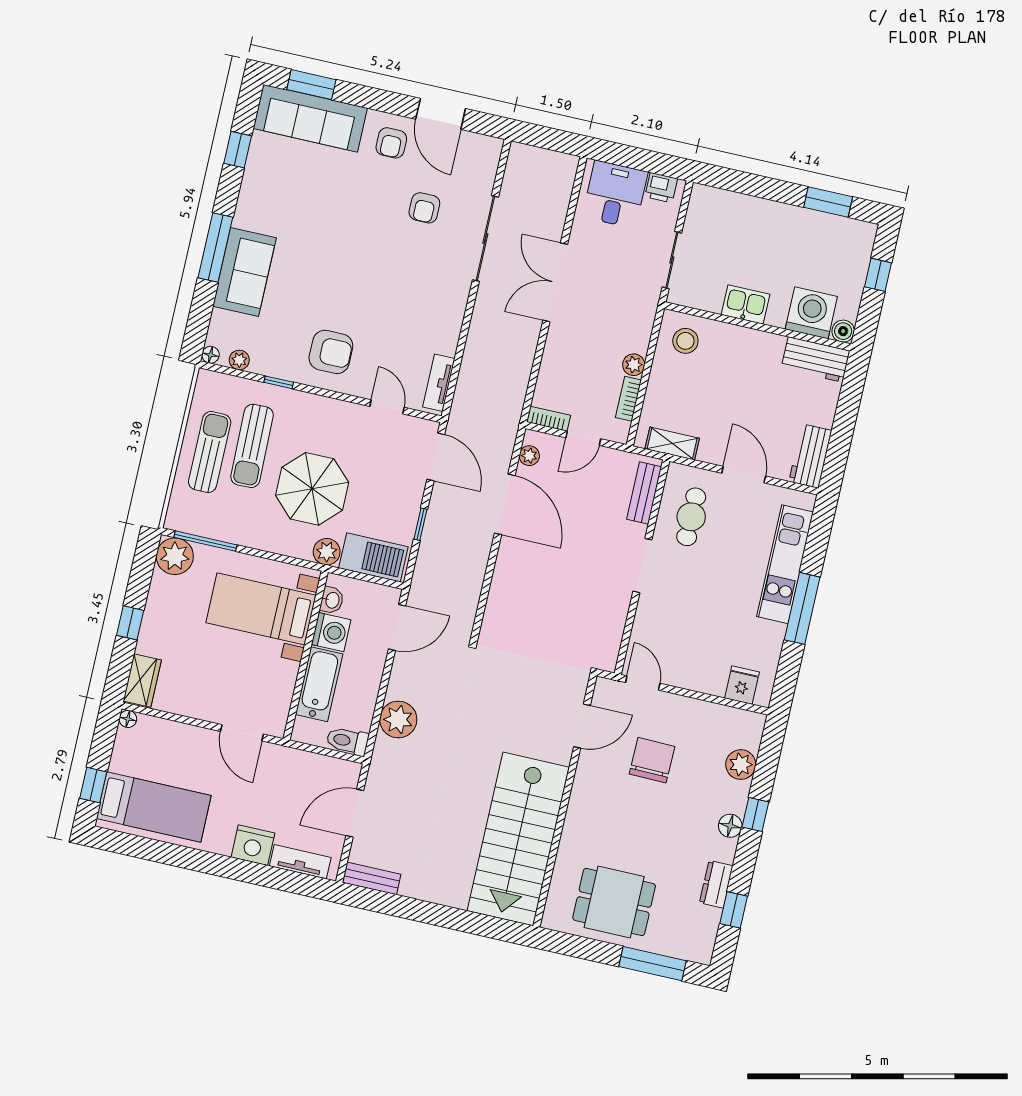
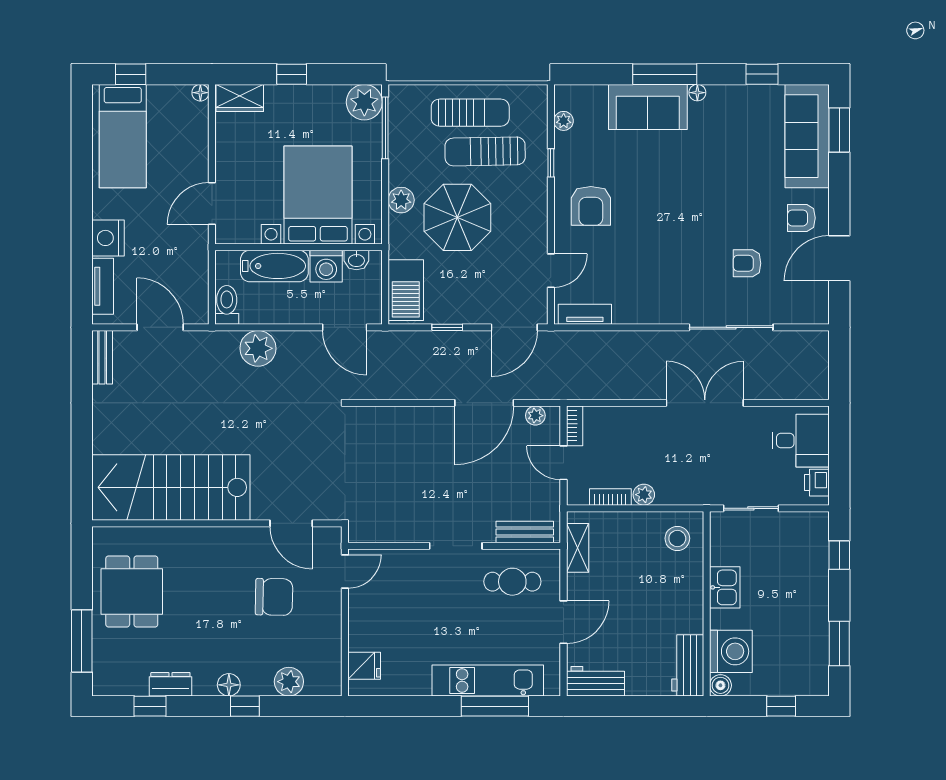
window: (739, 182) -> (839, 555), added
floor lamp: (210, 355) -> (697, 93), moved
plant: (327, 552) -> (401, 200), moved
window: (802, 608) -> (495, 706), moved
bed with nightstands: (261, 609) -> (318, 195), width x1.36

